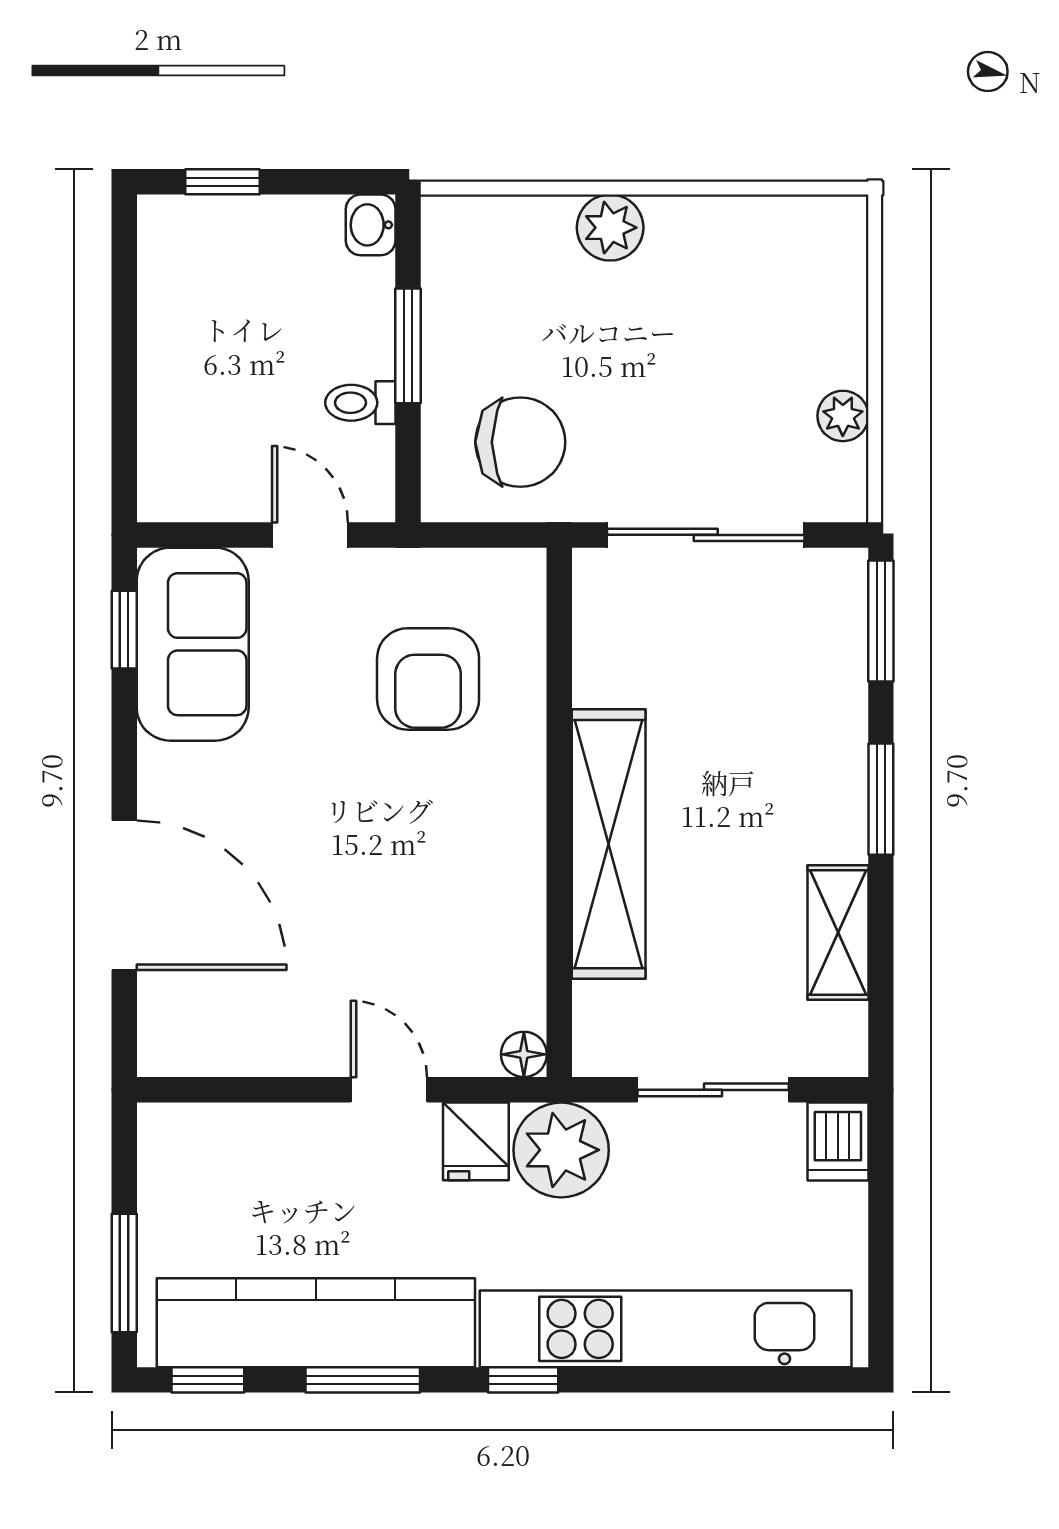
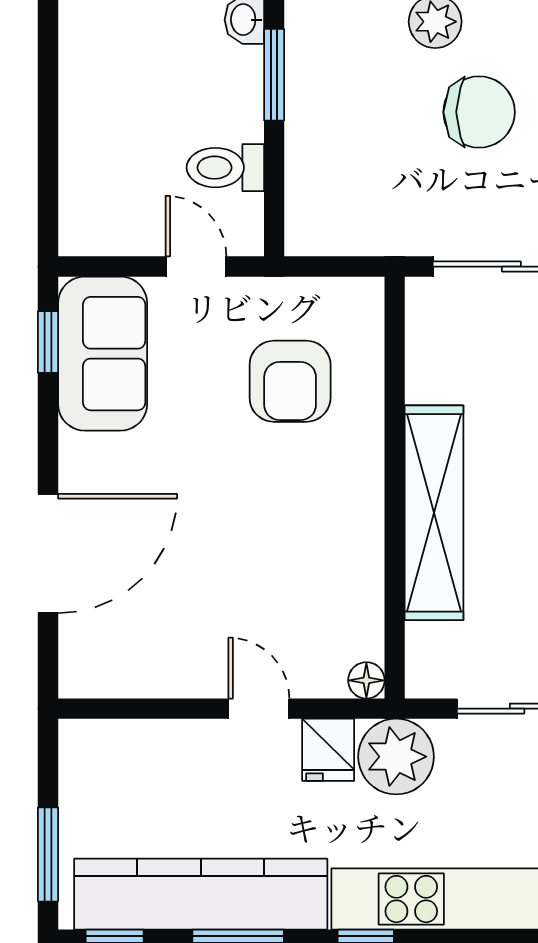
window: (408, 346) -> (274, 75), moved
toilet: (360, 403) -> (225, 168), width x1.37, depth x1.39
chair: (520, 442) -> (479, 112), moved
door: (124, 895) -> (48, 554), hinge flipped

